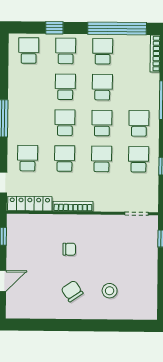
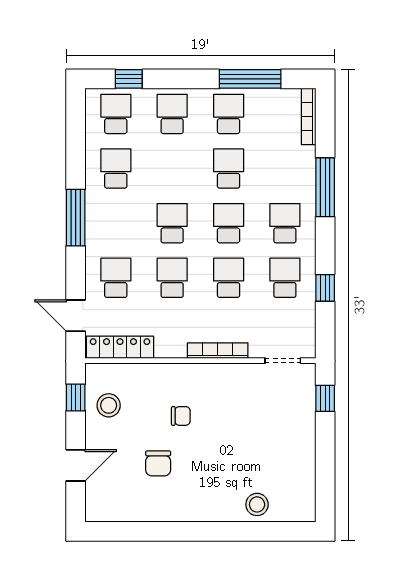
window: (54, 28) -> (129, 79), moved
window: (117, 28) -> (250, 79), width x0.68
school desk: (65, 87) -> (116, 169), moved
bookcase: (73, 206) -> (218, 351), moved
stool: (22, 242) -> (109, 405), added
chair: (72, 291) -> (158, 463), moved, turned -146
stool: (110, 291) -> (257, 504), moved

